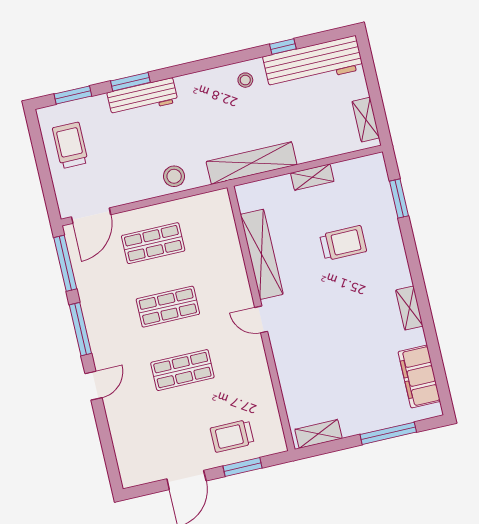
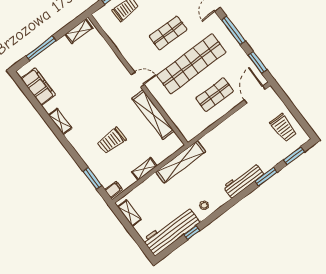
workbench: (142, 97) -> (244, 180), moved
filing cabinet: (374, 166) -> (114, 190), added
stool: (174, 176) -> (219, 136), removed
window: (65, 263) -> (258, 63), width x0.69
shop shelf: (168, 307) -> (191, 64), width x2.00, depth x1.36

